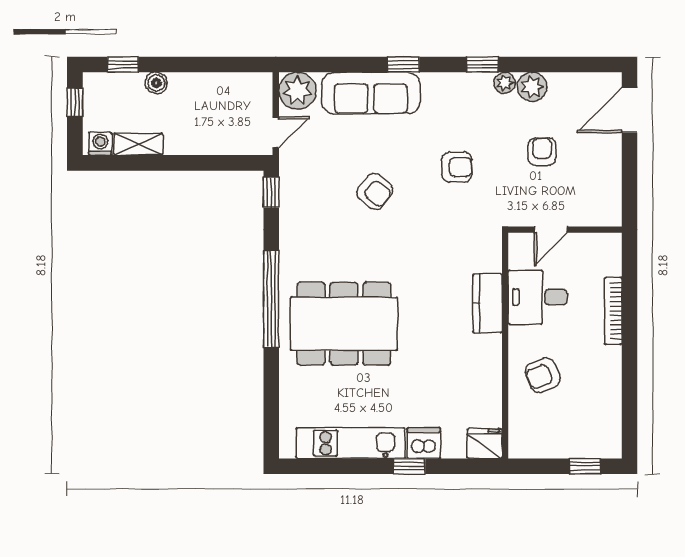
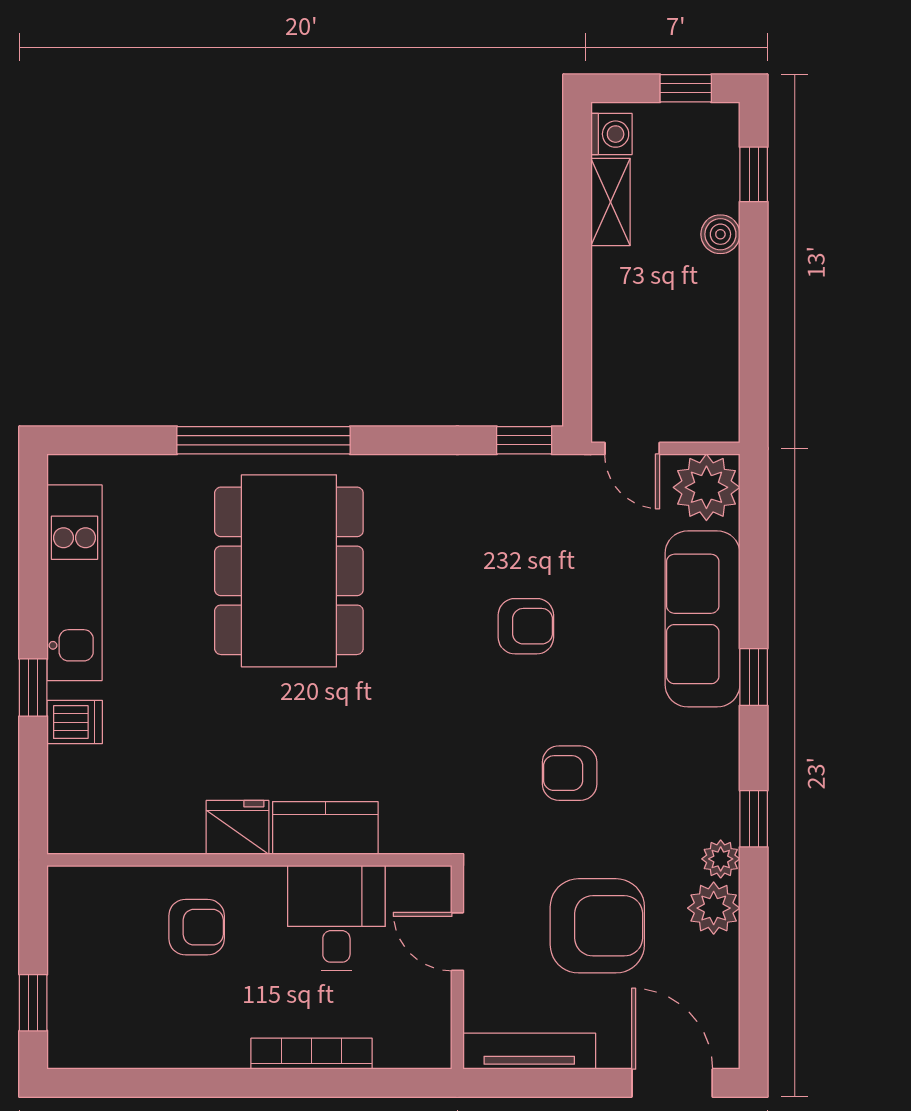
armchair: (542, 152) -> (597, 926), width x1.88, depth x1.88
armchair: (457, 167) -> (570, 773), turned 90
tv unit: (612, 190) -> (529, 1051), added
armchair: (375, 191) -> (526, 626), turned -129
window: (271, 299) -> (263, 440), moved
armchair: (543, 375) -> (197, 927), turned 112
dishwasher: (424, 443) -> (75, 722), width x0.73
fridge: (485, 444) -> (238, 827), moved, turned -90

